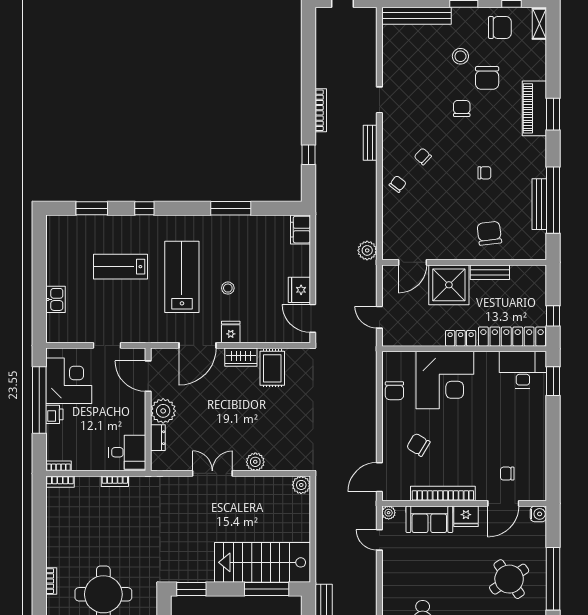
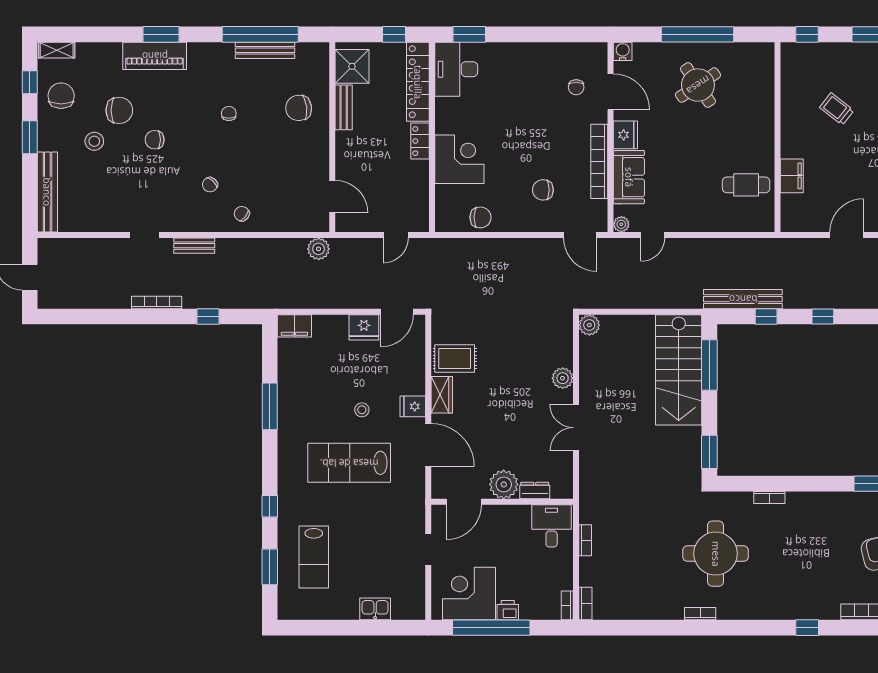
lab bench: (120, 267) -> (314, 557), moved
shower: (449, 285) -> (352, 66), moved, width x0.73, depth x0.73
corner desk: (445, 380) -> (459, 159), width x0.74, depth x0.74
chair: (418, 445) -> (543, 190), turned 59

